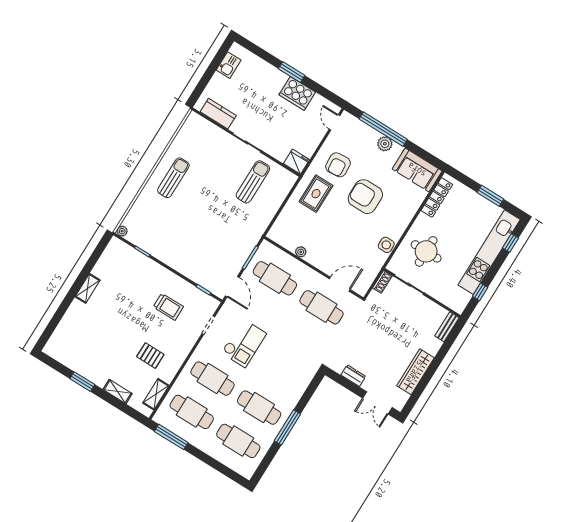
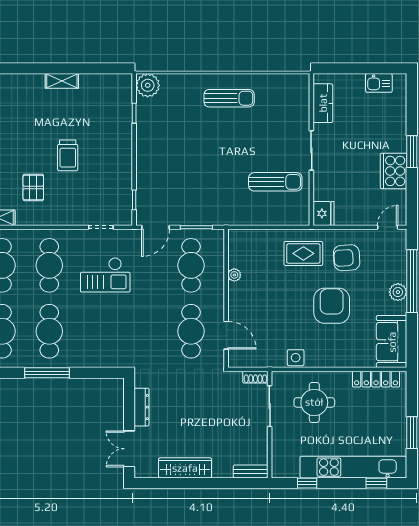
plant: (122, 231) -> (148, 85), width x1.88, depth x1.88
trolley: (168, 307) -> (68, 155), moved
dresser: (353, 376) -> (142, 407), width x1.44

